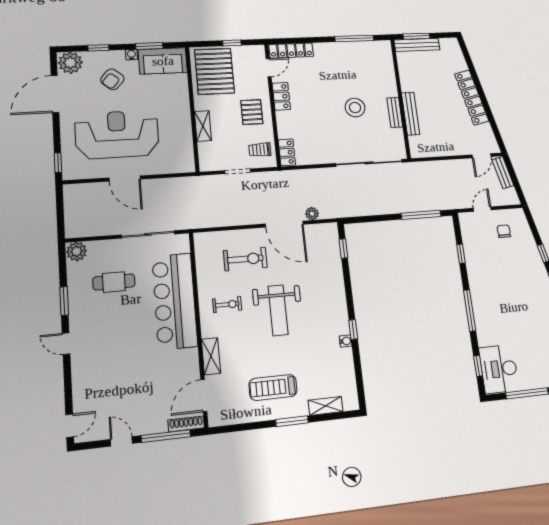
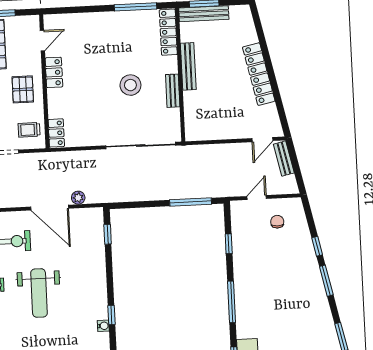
locker: (291, 51) -> (168, 32), moved, turned 90
bench: (411, 114) -> (188, 66), moved

